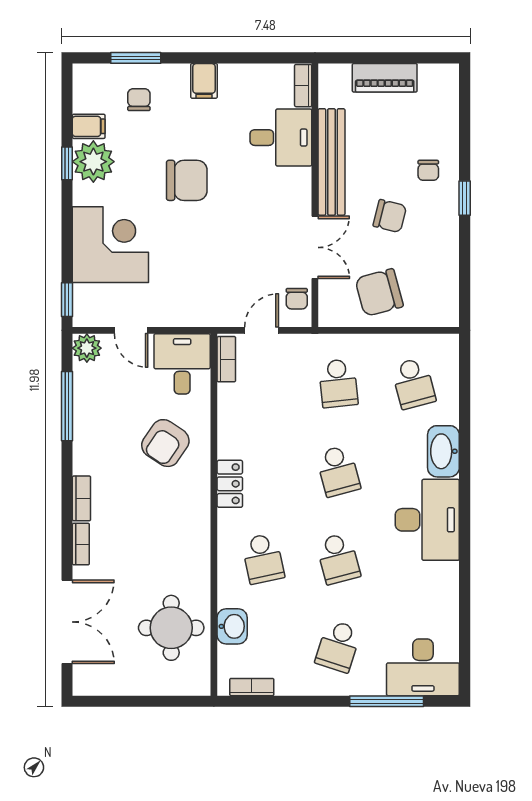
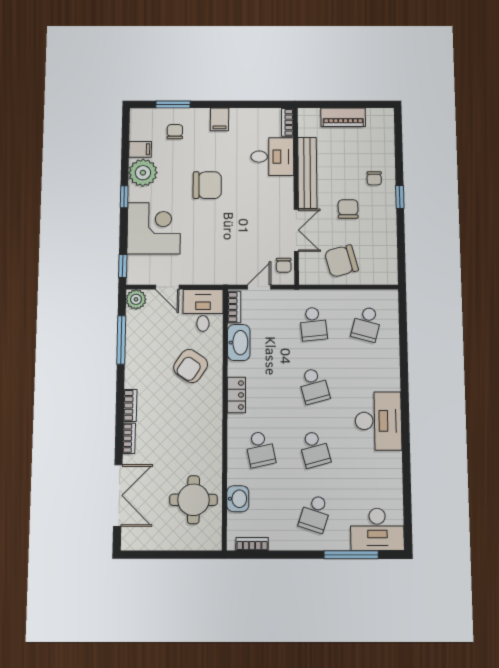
window: (67, 163) -> (124, 197), moved
chair: (390, 216) -> (348, 209), turned -104
school desk: (413, 383) -> (367, 324), turned 30
washbasin: (443, 451) -> (239, 343), moved, turned 180

